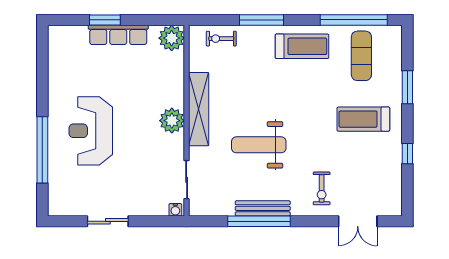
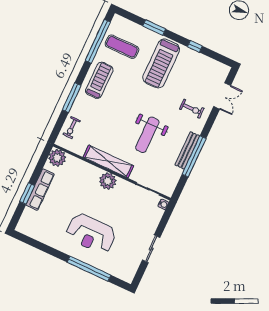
treadmill: (363, 119) -> (161, 63), width x1.37, depth x1.38

